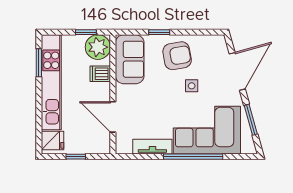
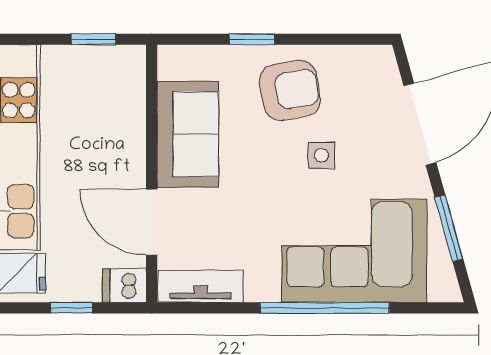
plant: (98, 47) -> (119, 72), removed
sofa: (130, 59) -> (188, 134), moved
dishwasher: (100, 74) -> (124, 285), moved
tv unit: (152, 147) -> (201, 286), moved

